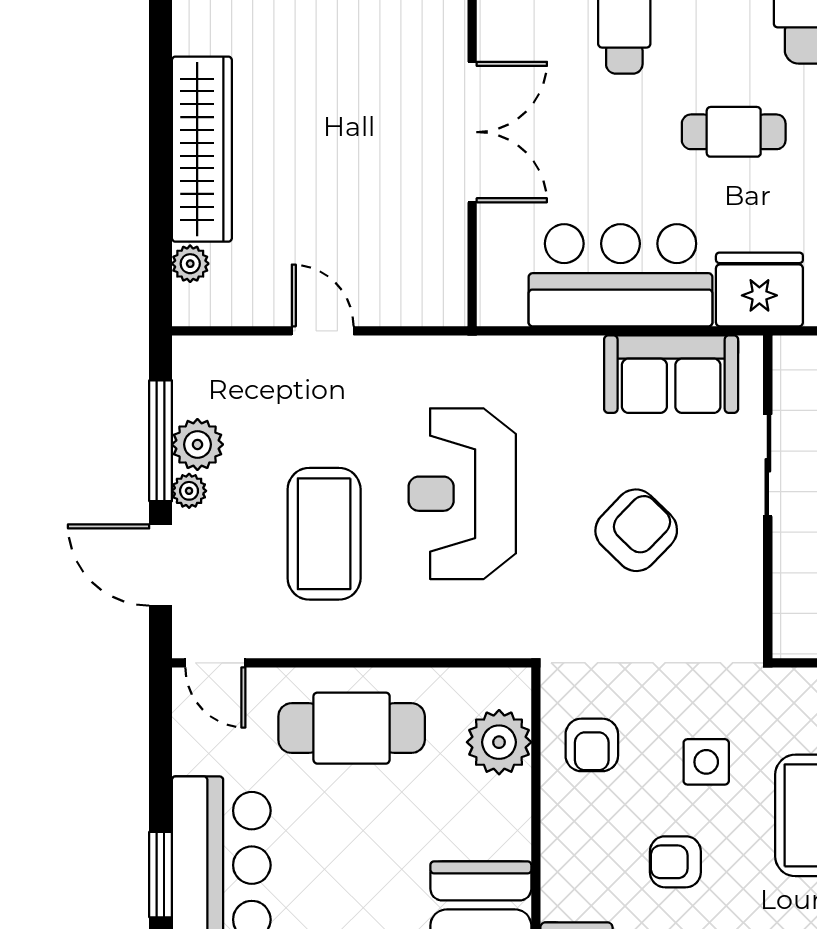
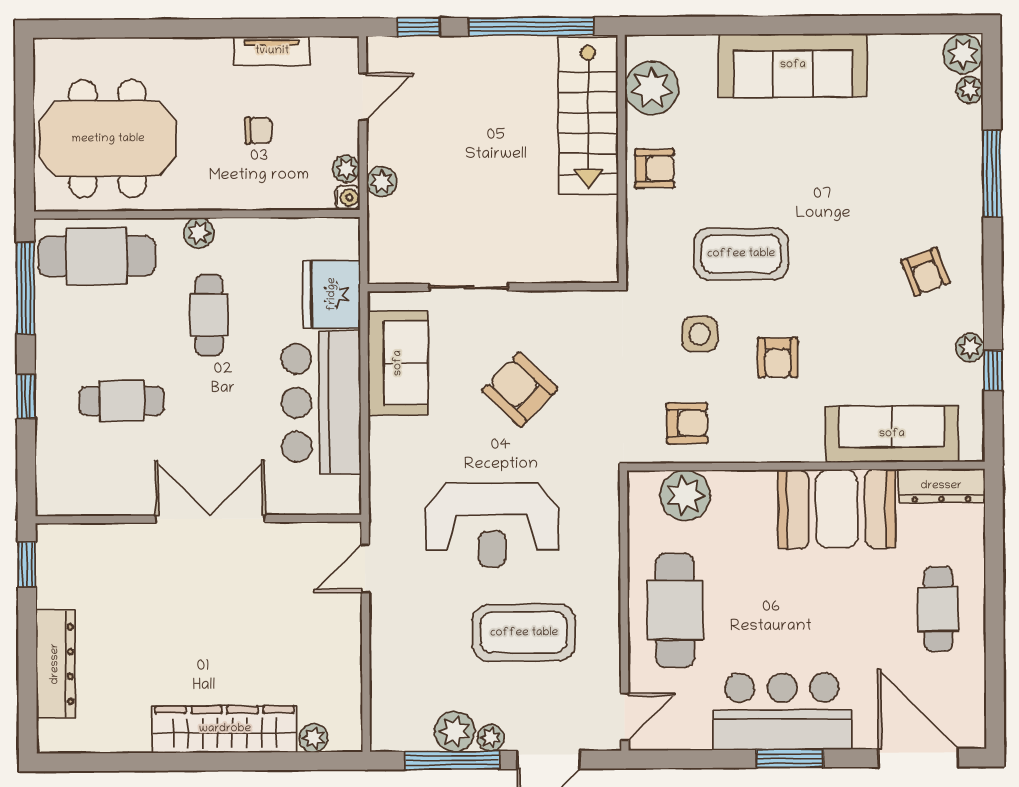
door: (323, 331) -> (365, 568), moved

